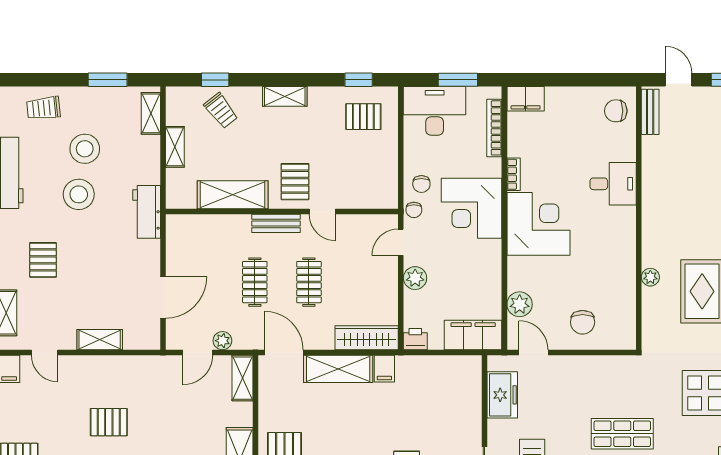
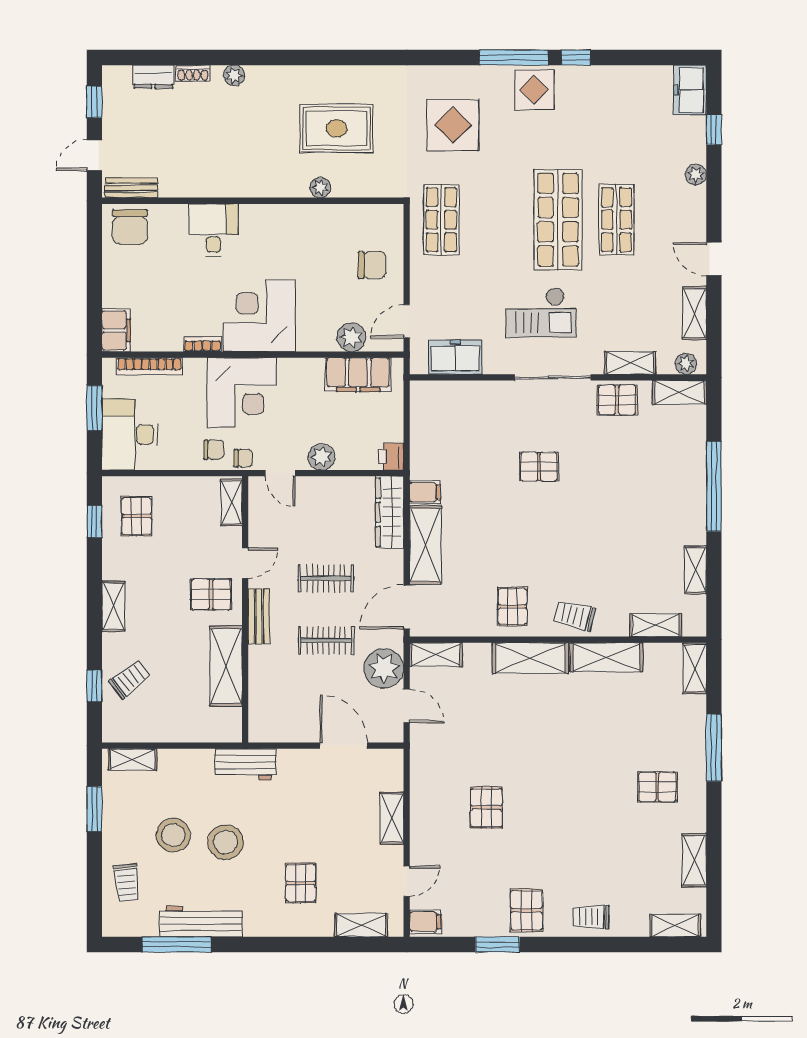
chair: (616, 111) -> (130, 227), width x1.37, depth x1.37
shelving: (175, 147) -> (232, 502), moved, turned 90
pallet: (43, 260) -> (301, 883), turned 90
filing cabinet: (473, 335) -> (358, 375), moved, turned -90
plant: (222, 341) -> (384, 668), width x1.87, depth x1.87
shop shelf: (622, 434) -> (441, 220), moved

